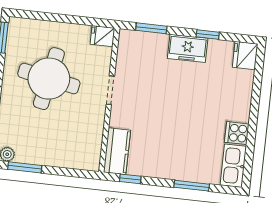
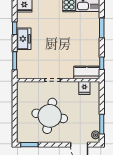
fridge: (103, 36) -> (84, 88), moved

